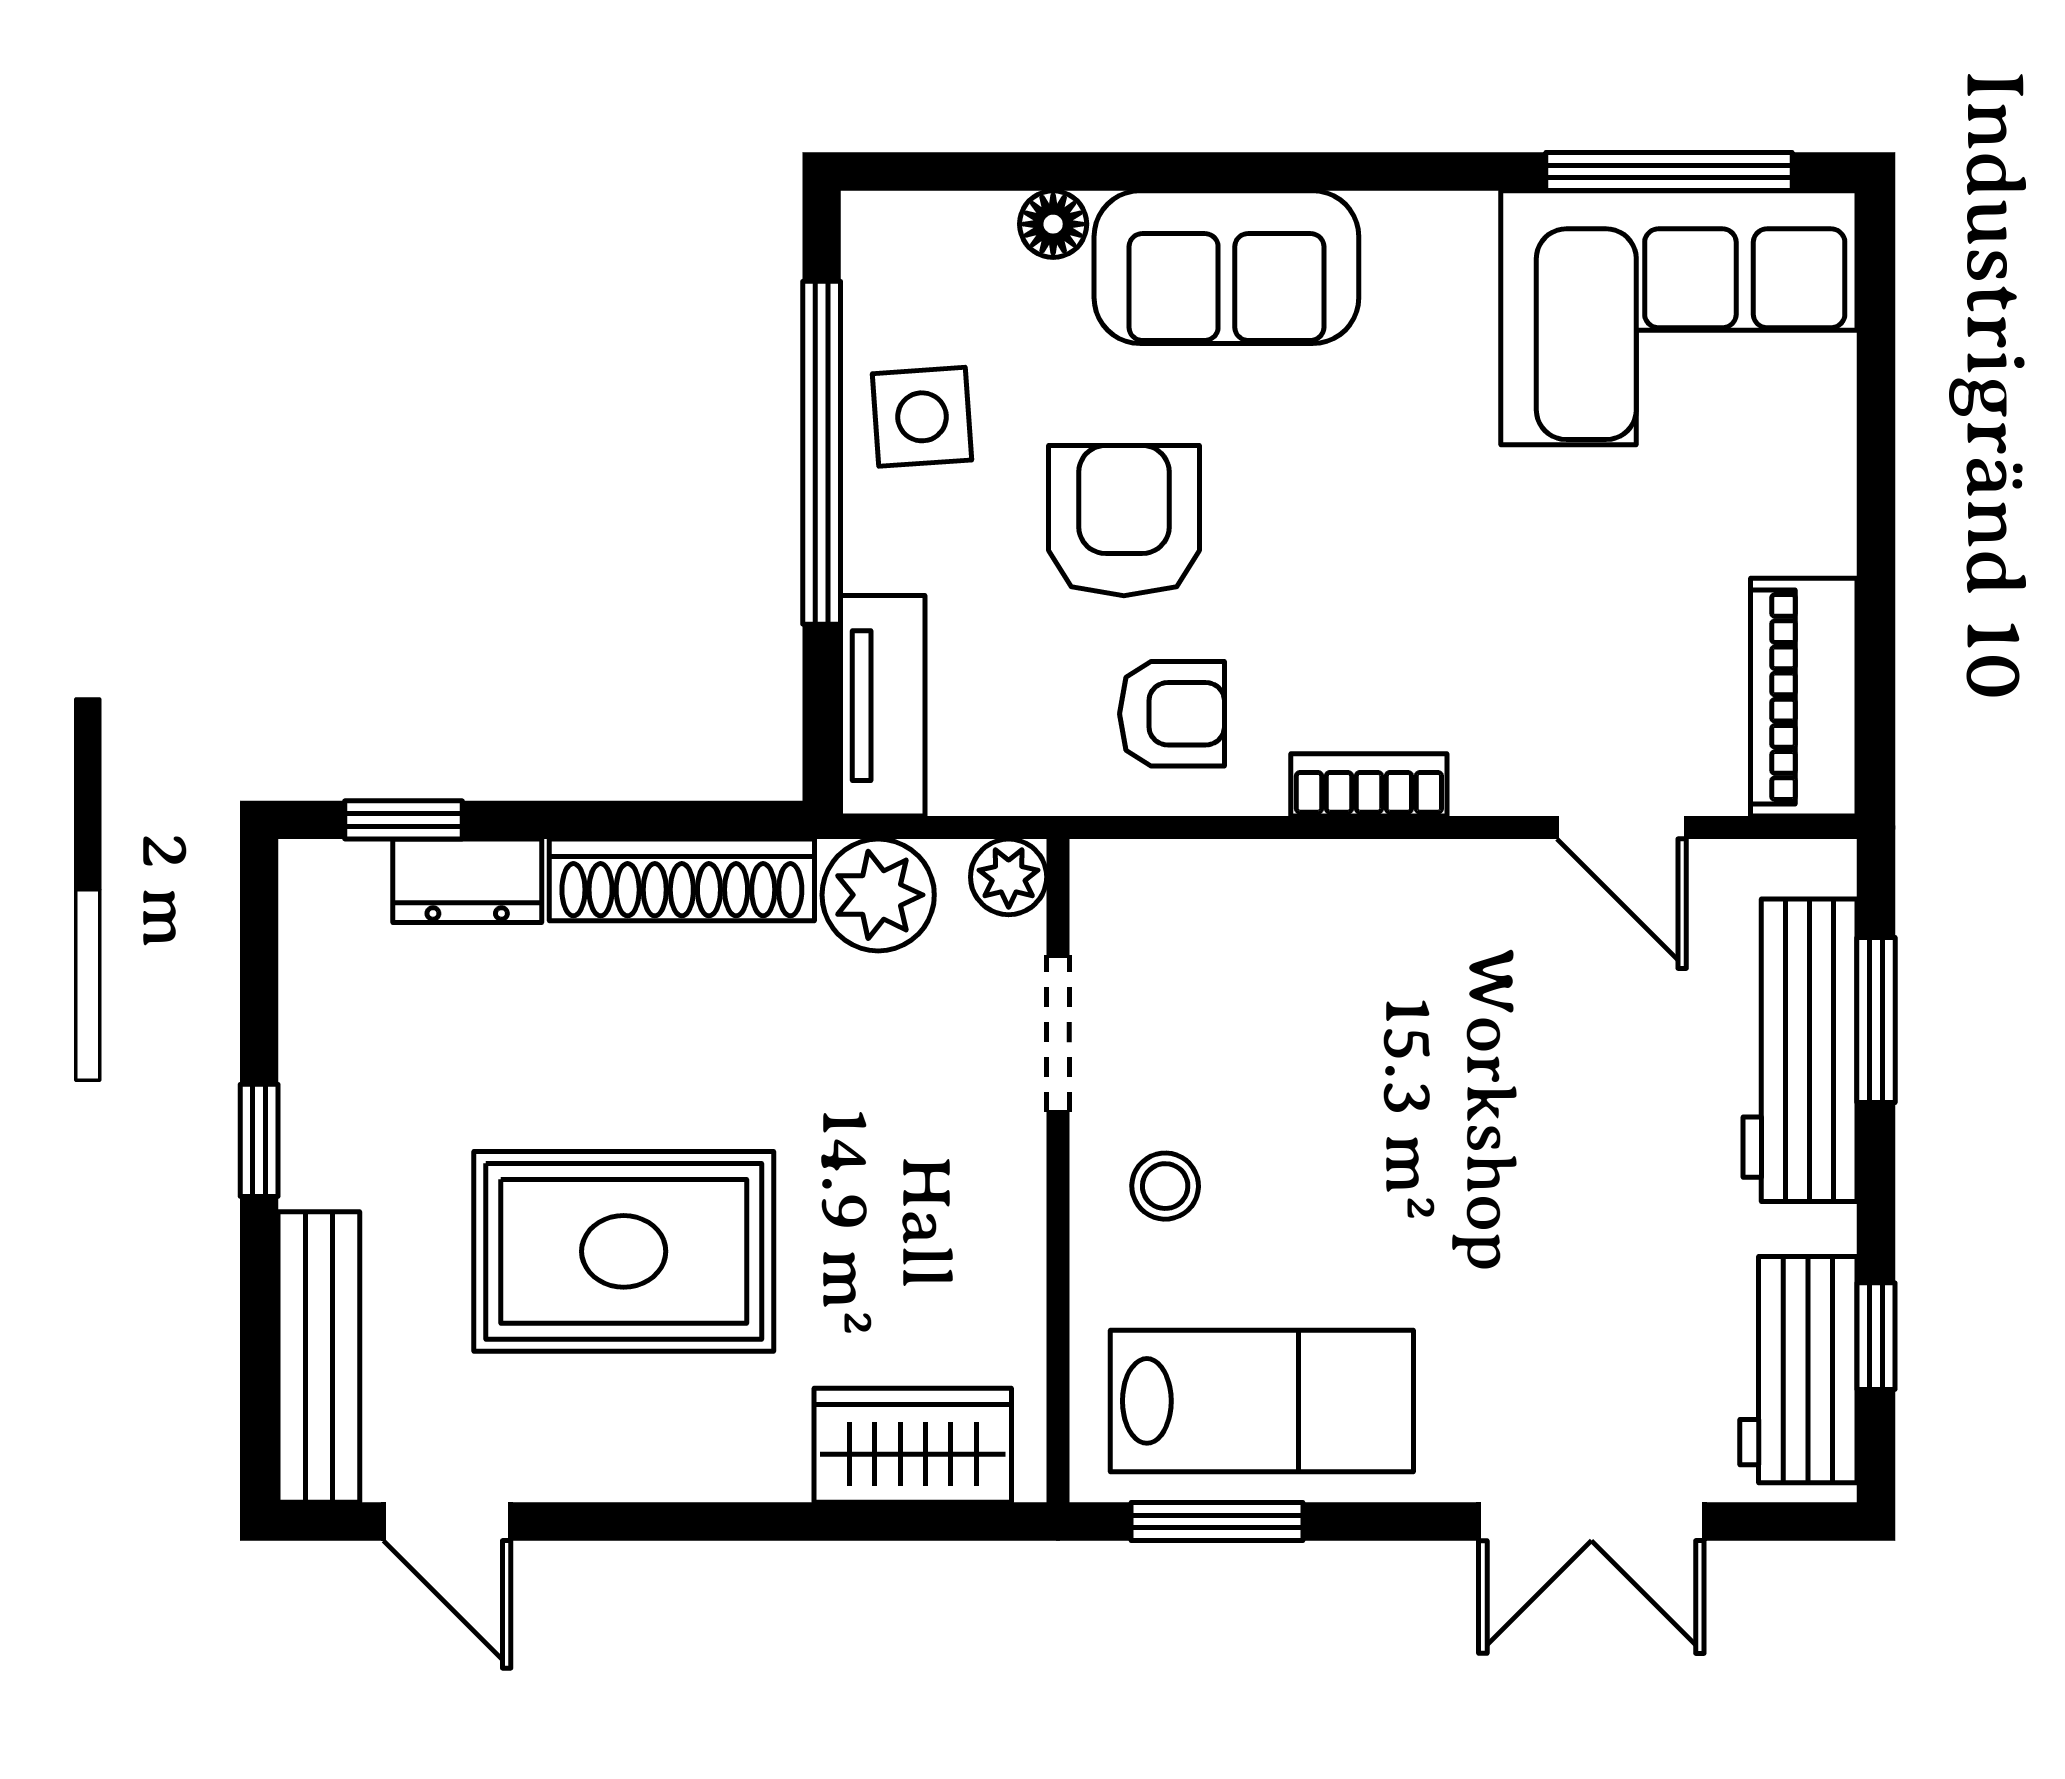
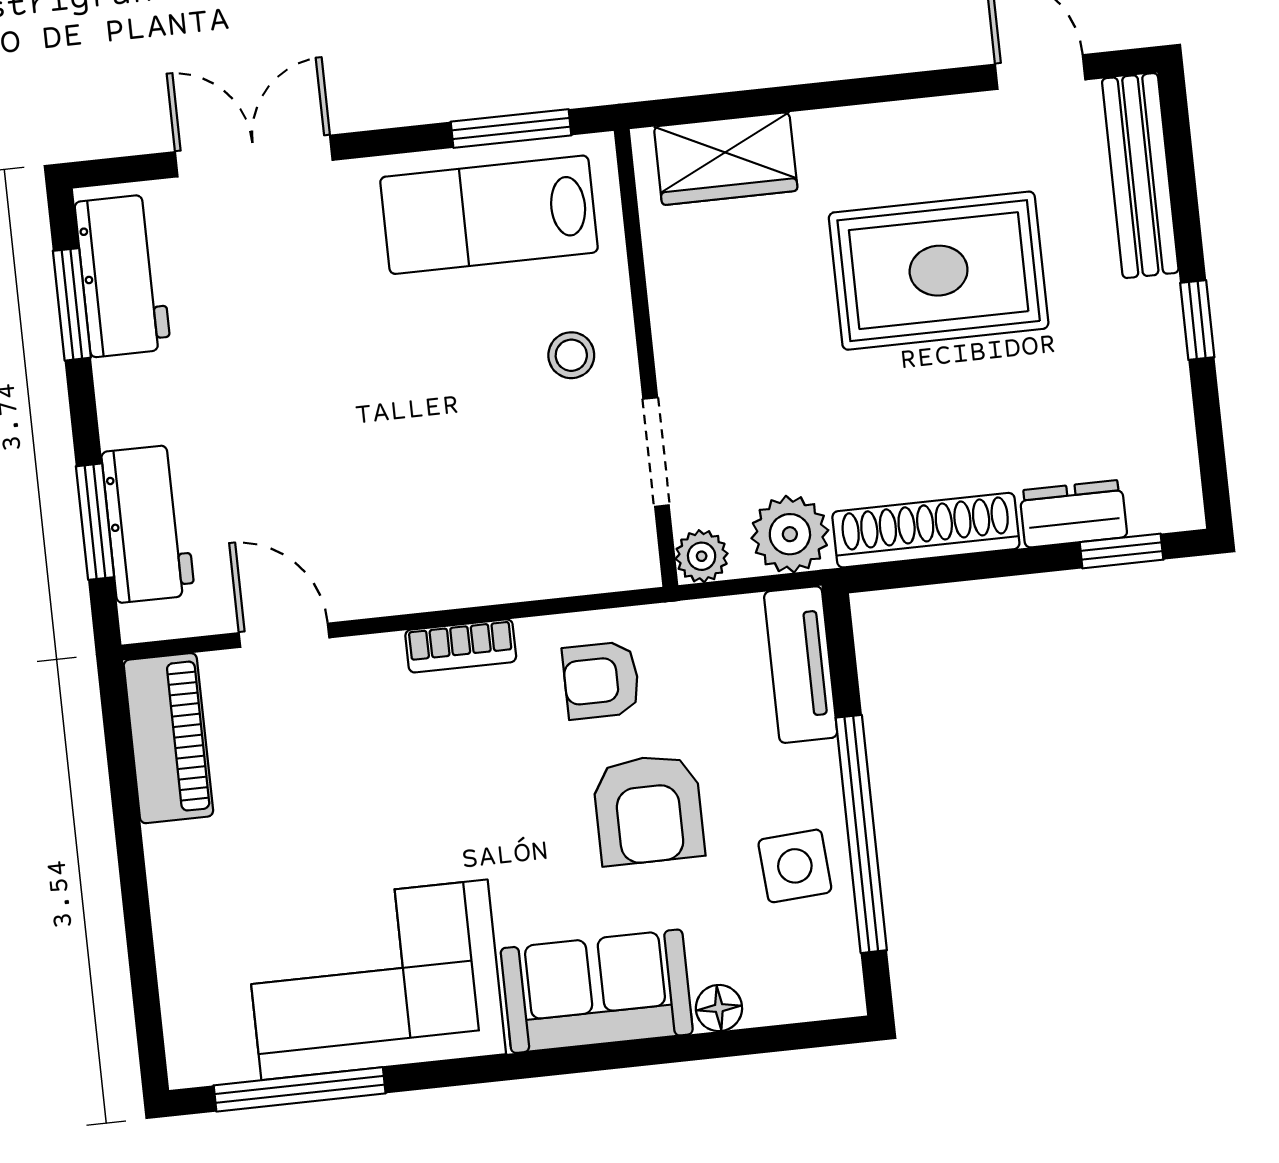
corner sofa: (1679, 318) -> (374, 980), moved
workbench: (1800, 1050) -> (148, 524), width x0.73
window: (1876, 1336) -> (72, 304), width x1.50

